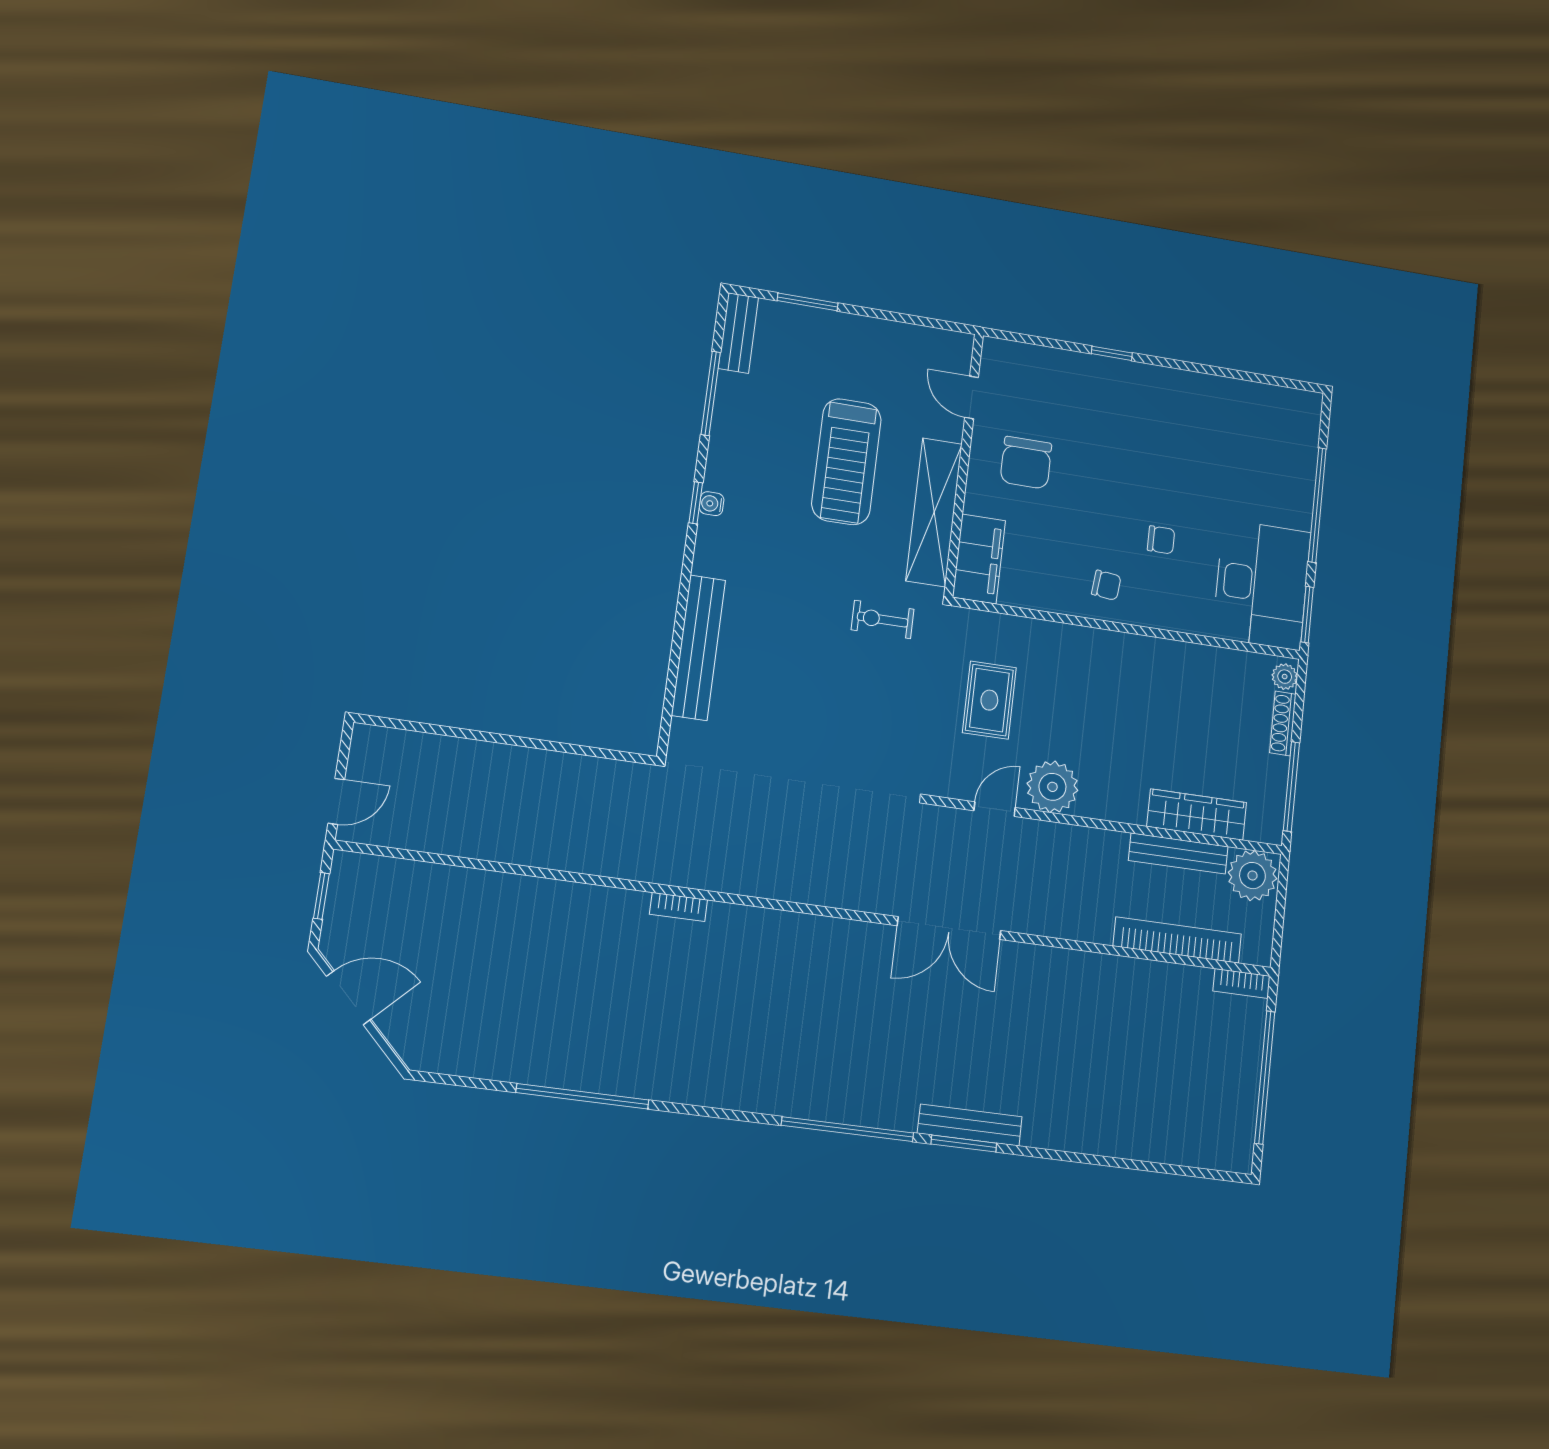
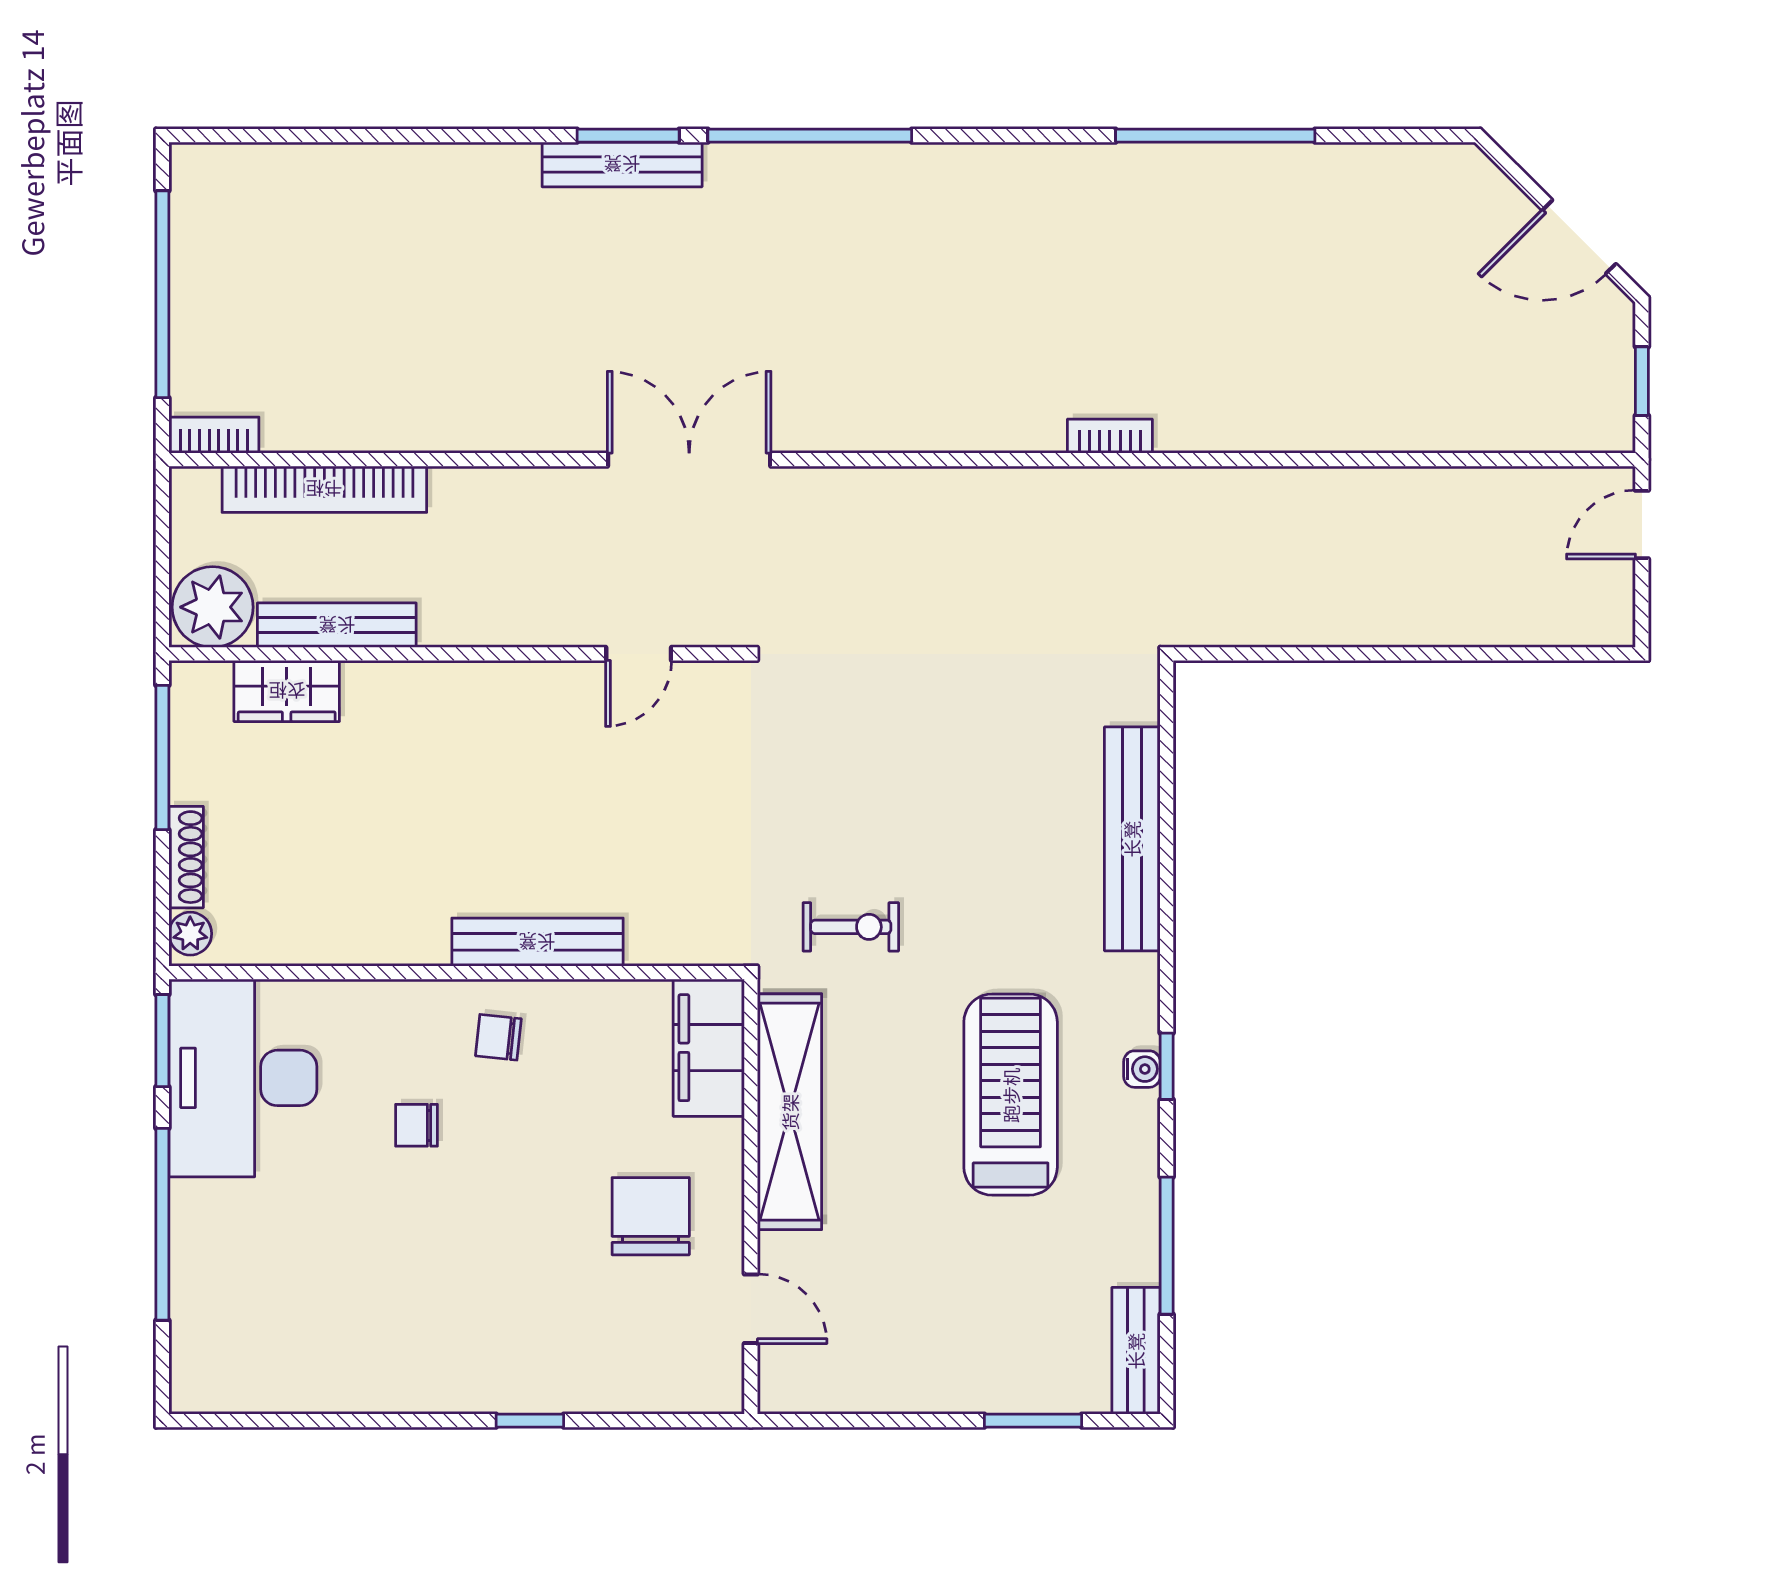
treadmill: (846, 462) -> (1011, 1095), moved
bench: (1076, 640) -> (537, 942), added
rug: (989, 700) -> (666, 824), removed
plant: (1052, 787) -> (550, 702), removed
wardrobe: (1197, 815) -> (287, 691), width x0.67

